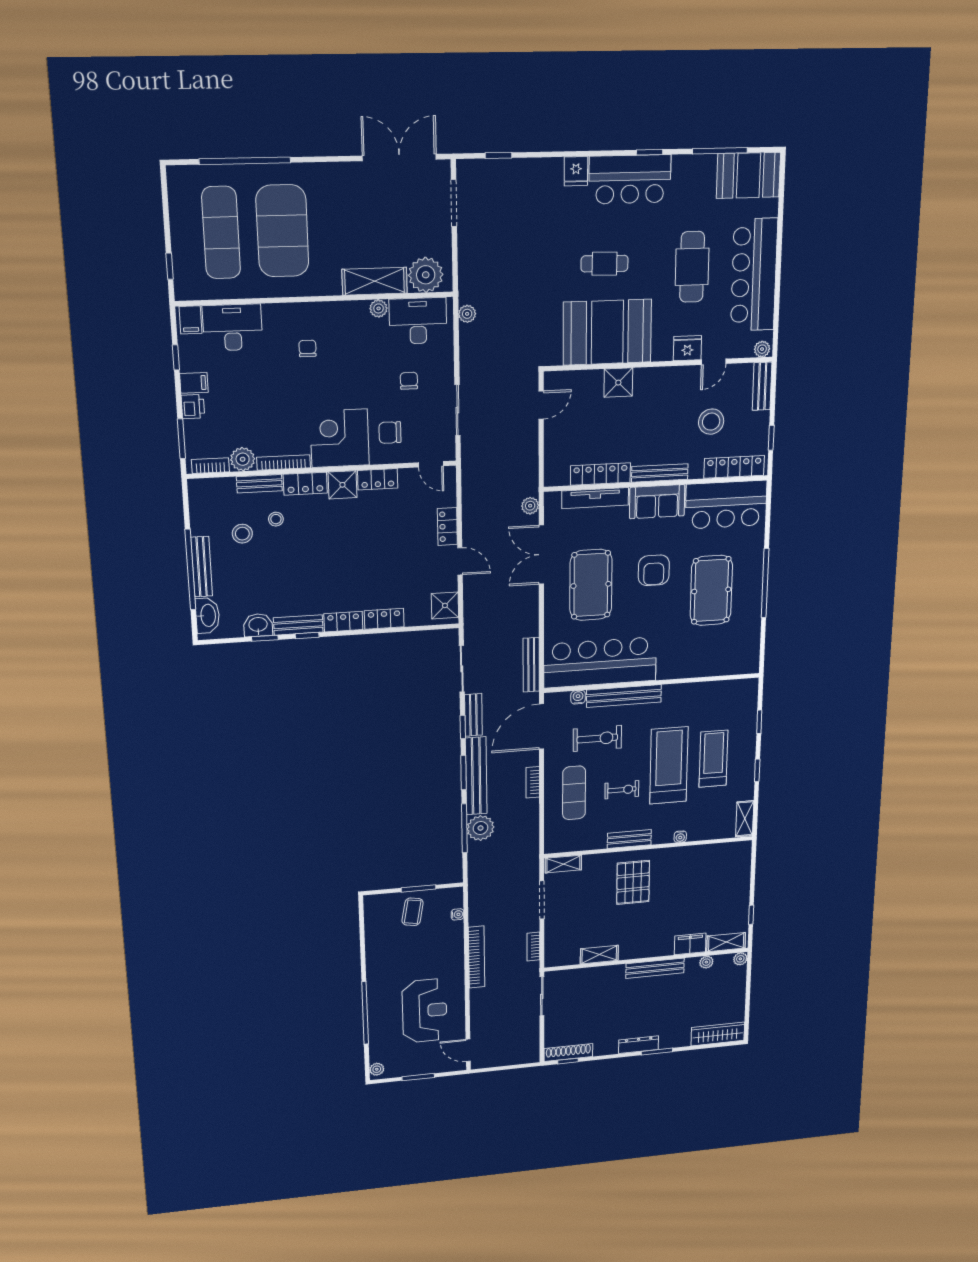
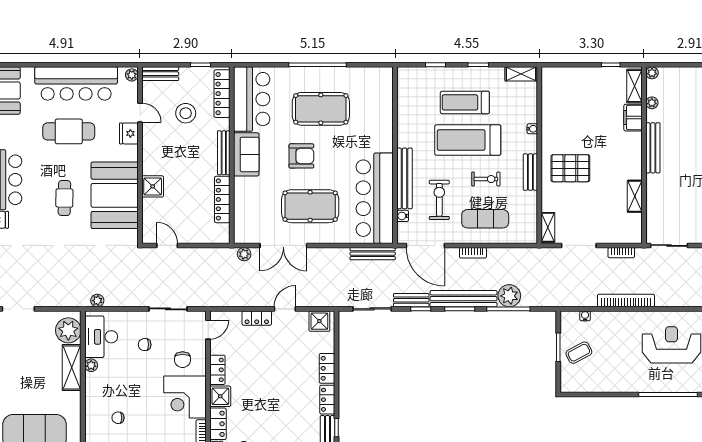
tv unit: (595, 498) -> (241, 203), removed
exercise bike: (622, 790) -> (486, 179), turned 90
coffee table: (413, 912) -> (579, 353), turned -38

